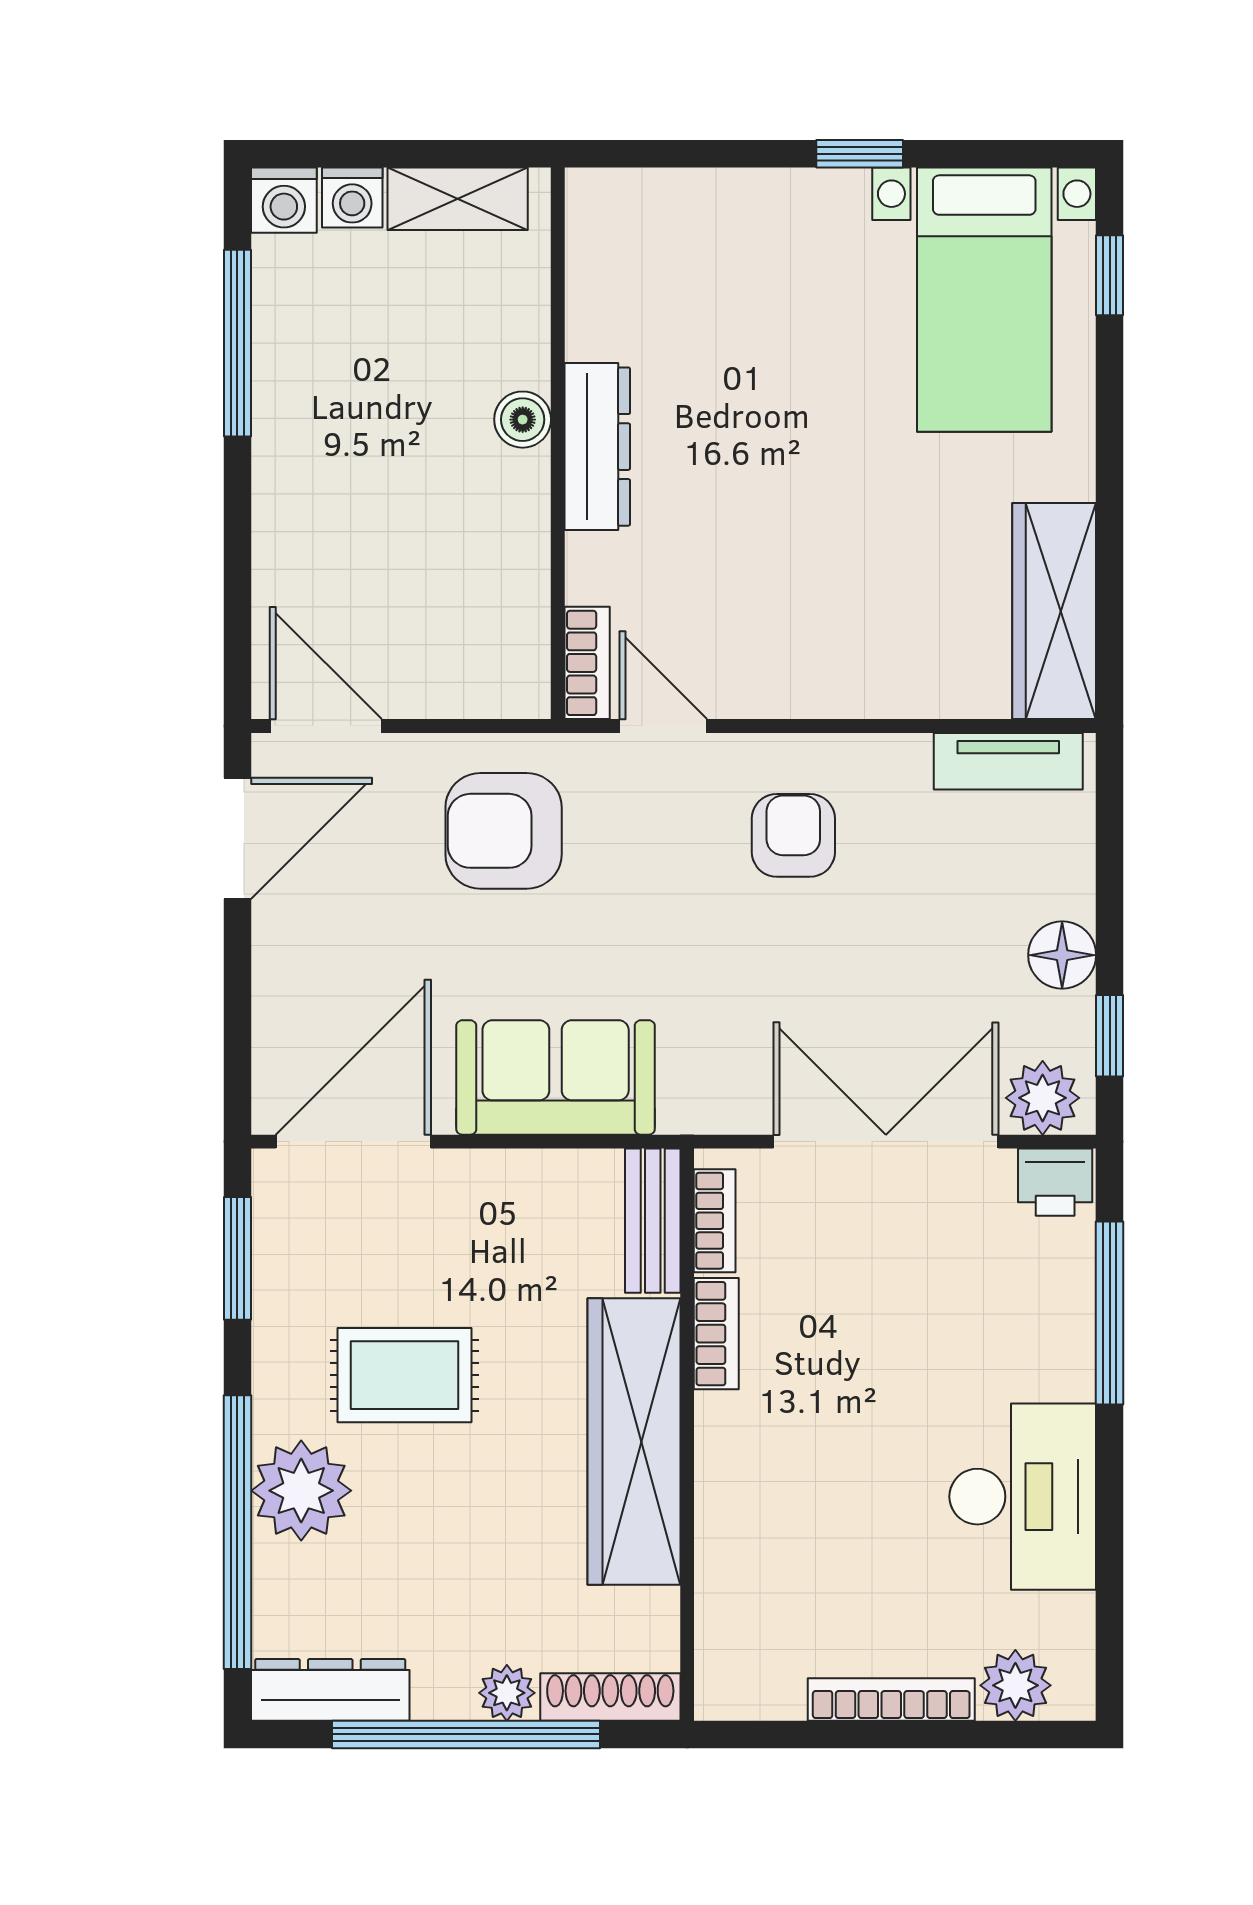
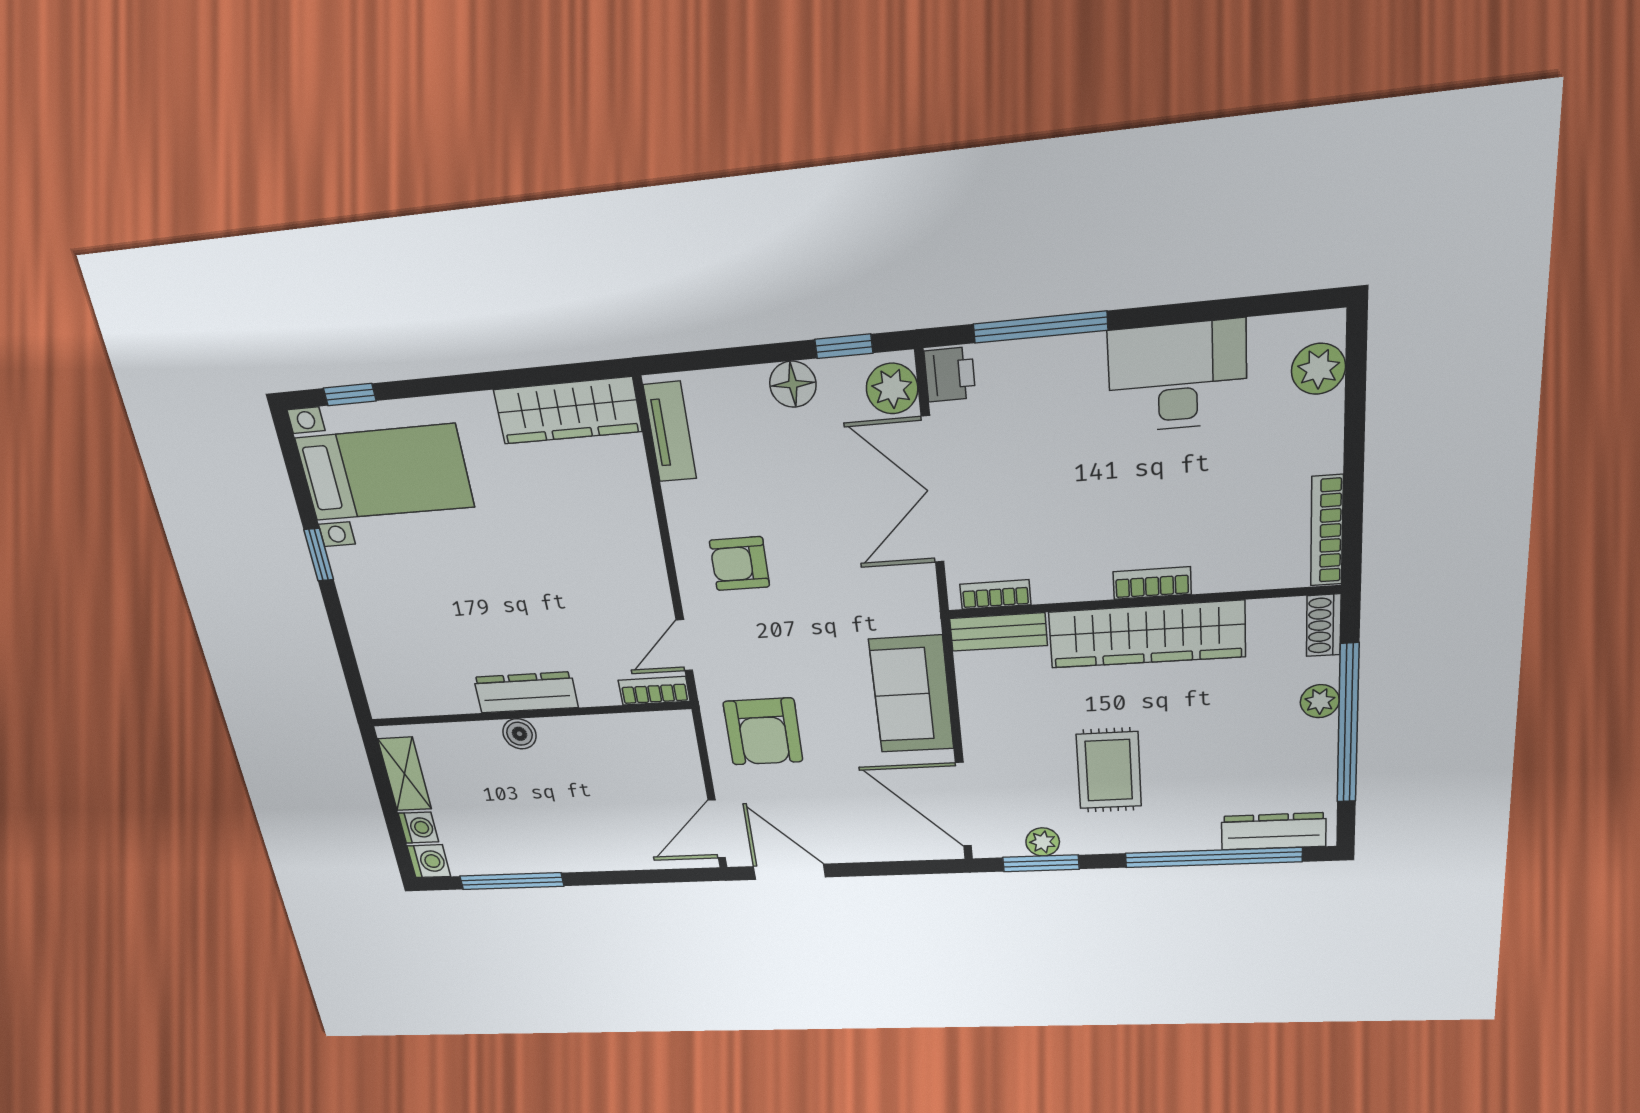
bookcase: (716, 1334) -> (1152, 583), moved
plant: (301, 1491) -> (1043, 842), moved, width x0.53, depth x0.53
dresser: (330, 1690) -> (1273, 831), moved, turned 90
shoe rack: (610, 1697) -> (1324, 625), width x0.70
bookcase: (891, 1699) -> (1327, 531), moved

